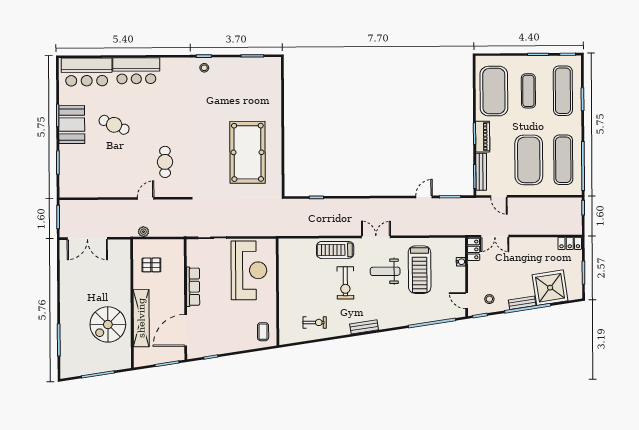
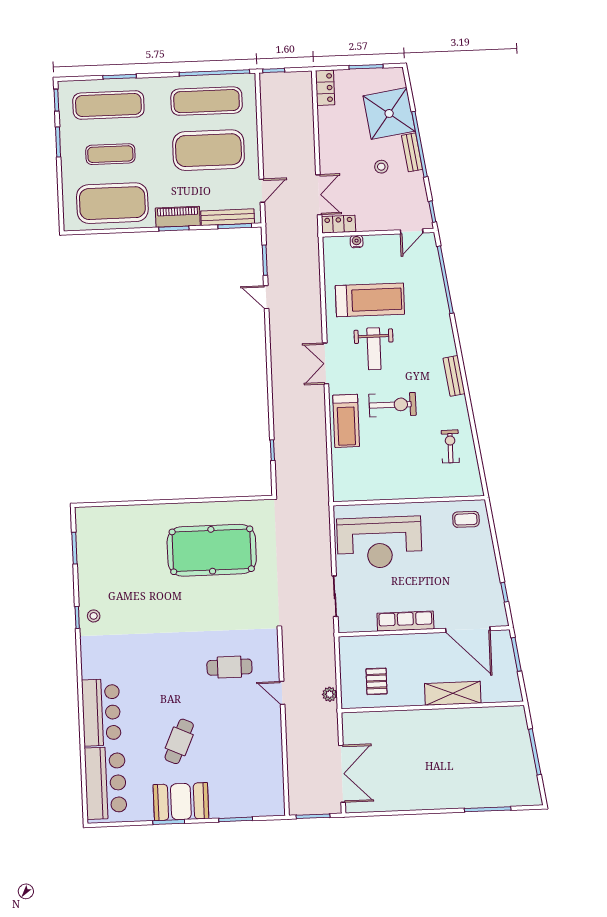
reception desk: (249, 270) -> (379, 542), turned 180
stool: (489, 299) -> (381, 167), moved
shelving: (141, 318) -> (453, 693), width x0.68
spiral stairs: (108, 324) -> (463, 740), removed

